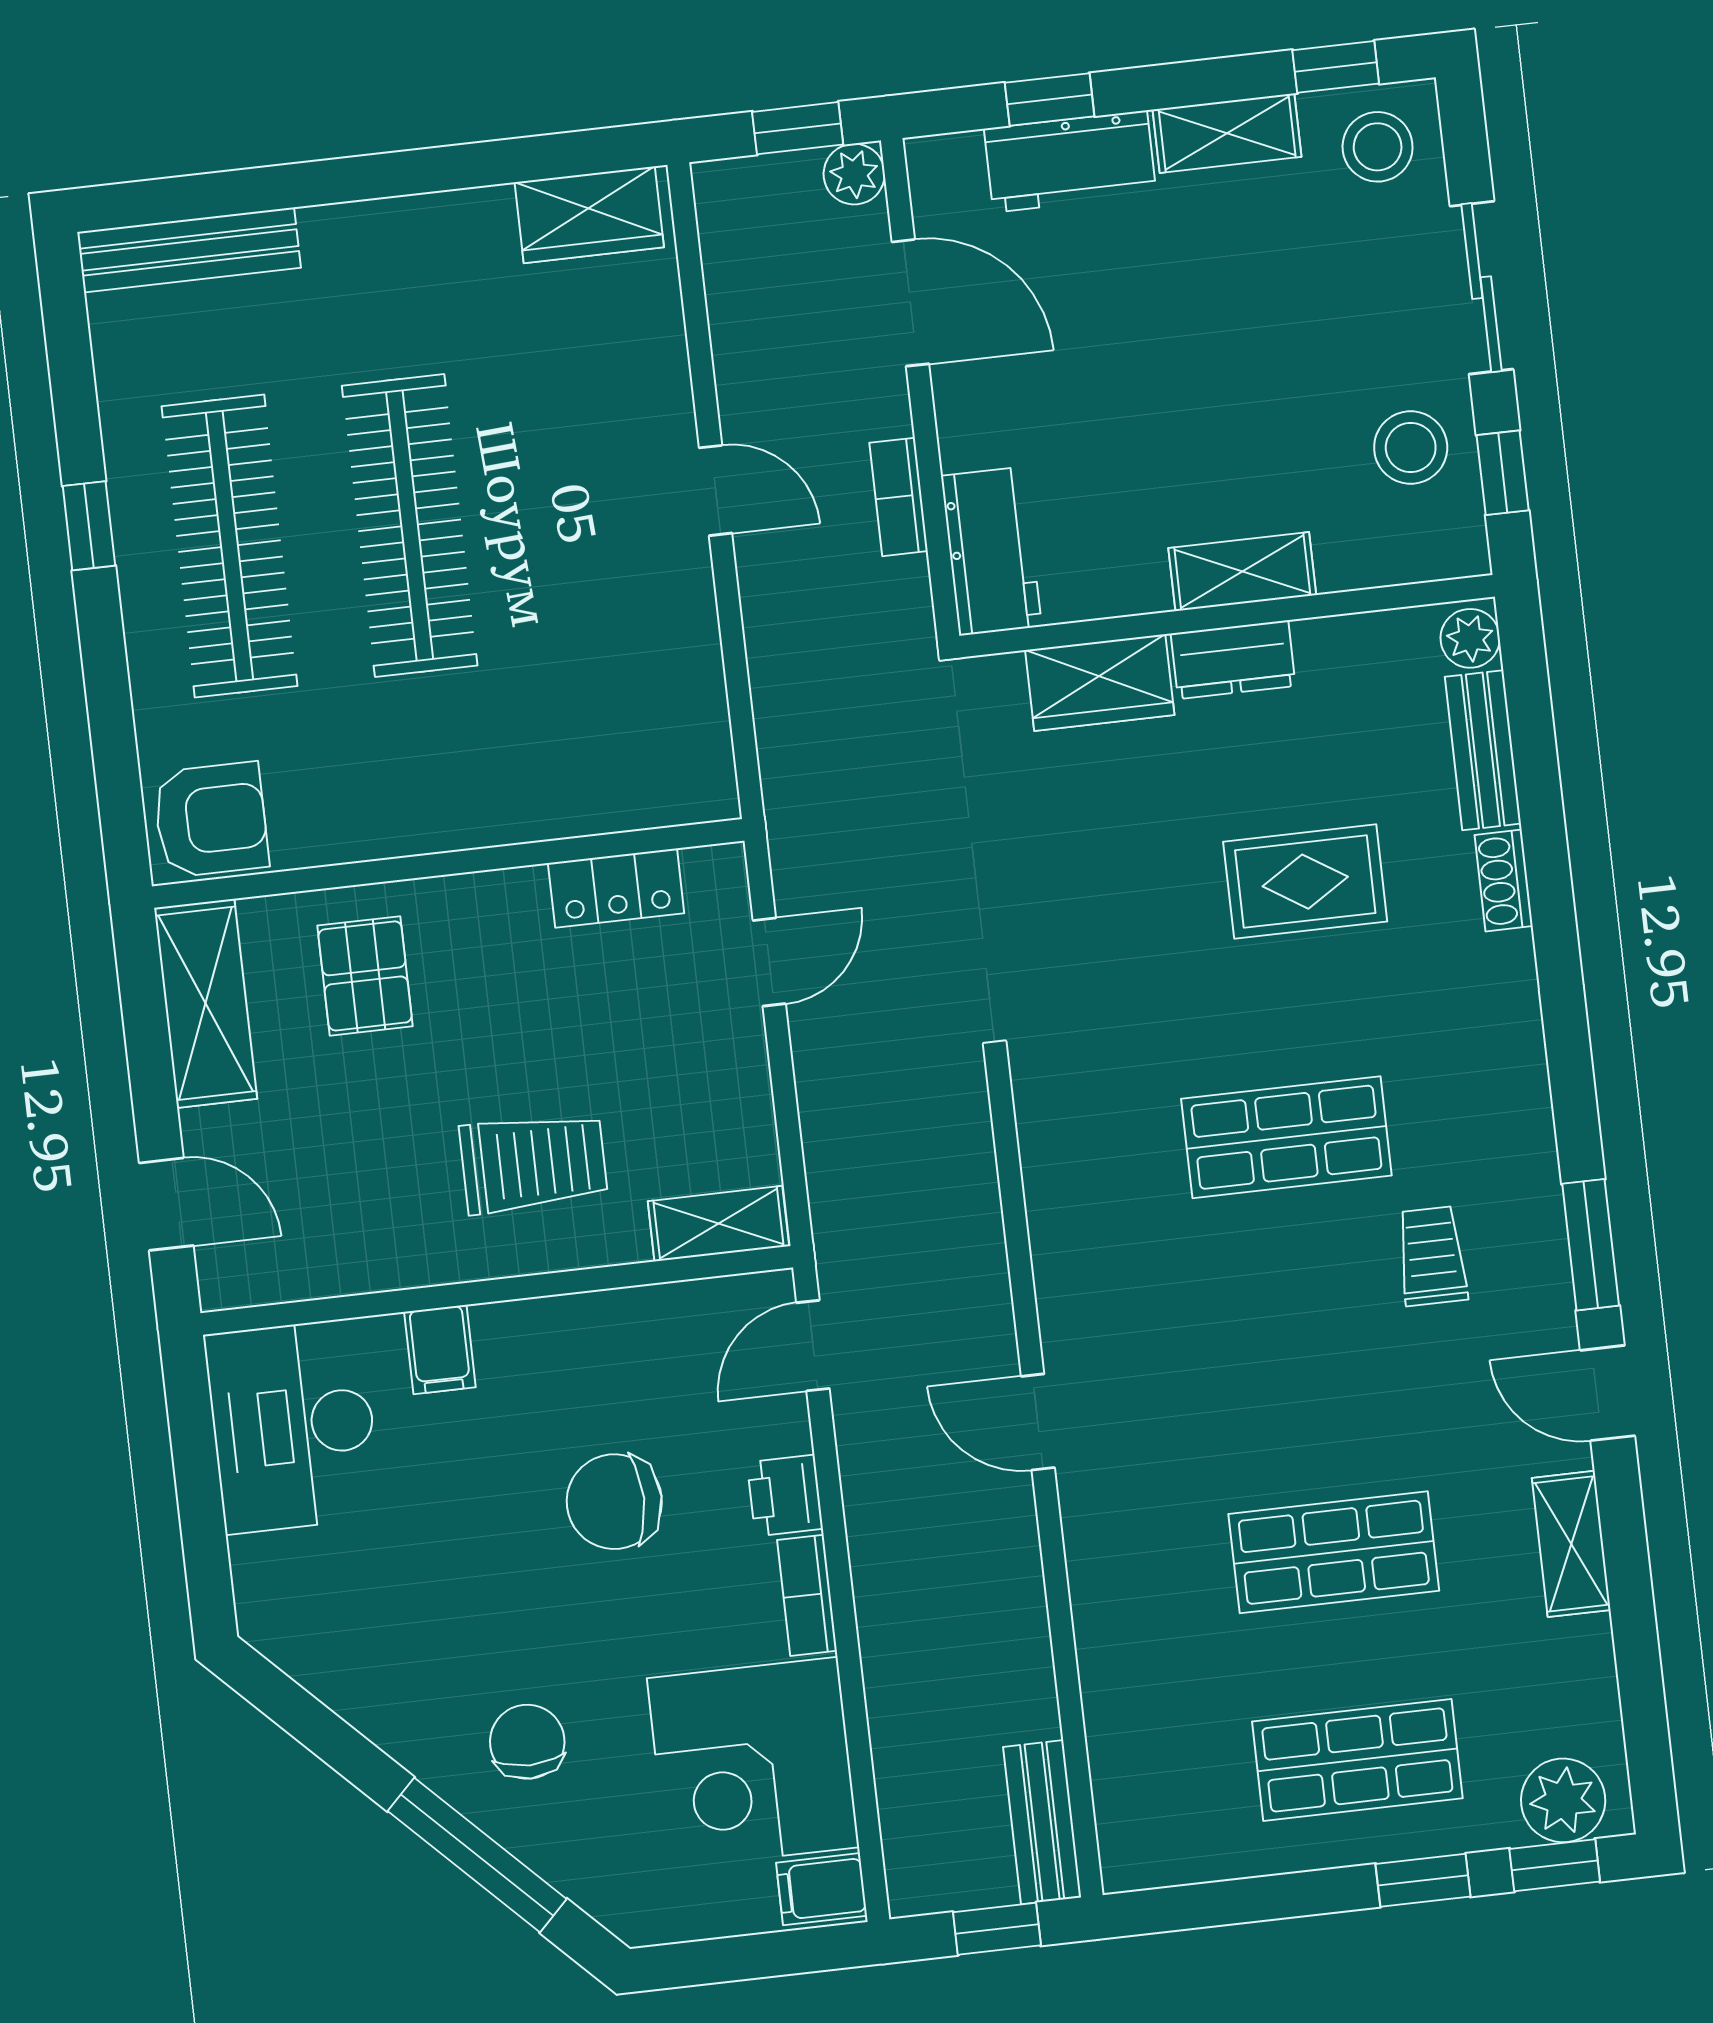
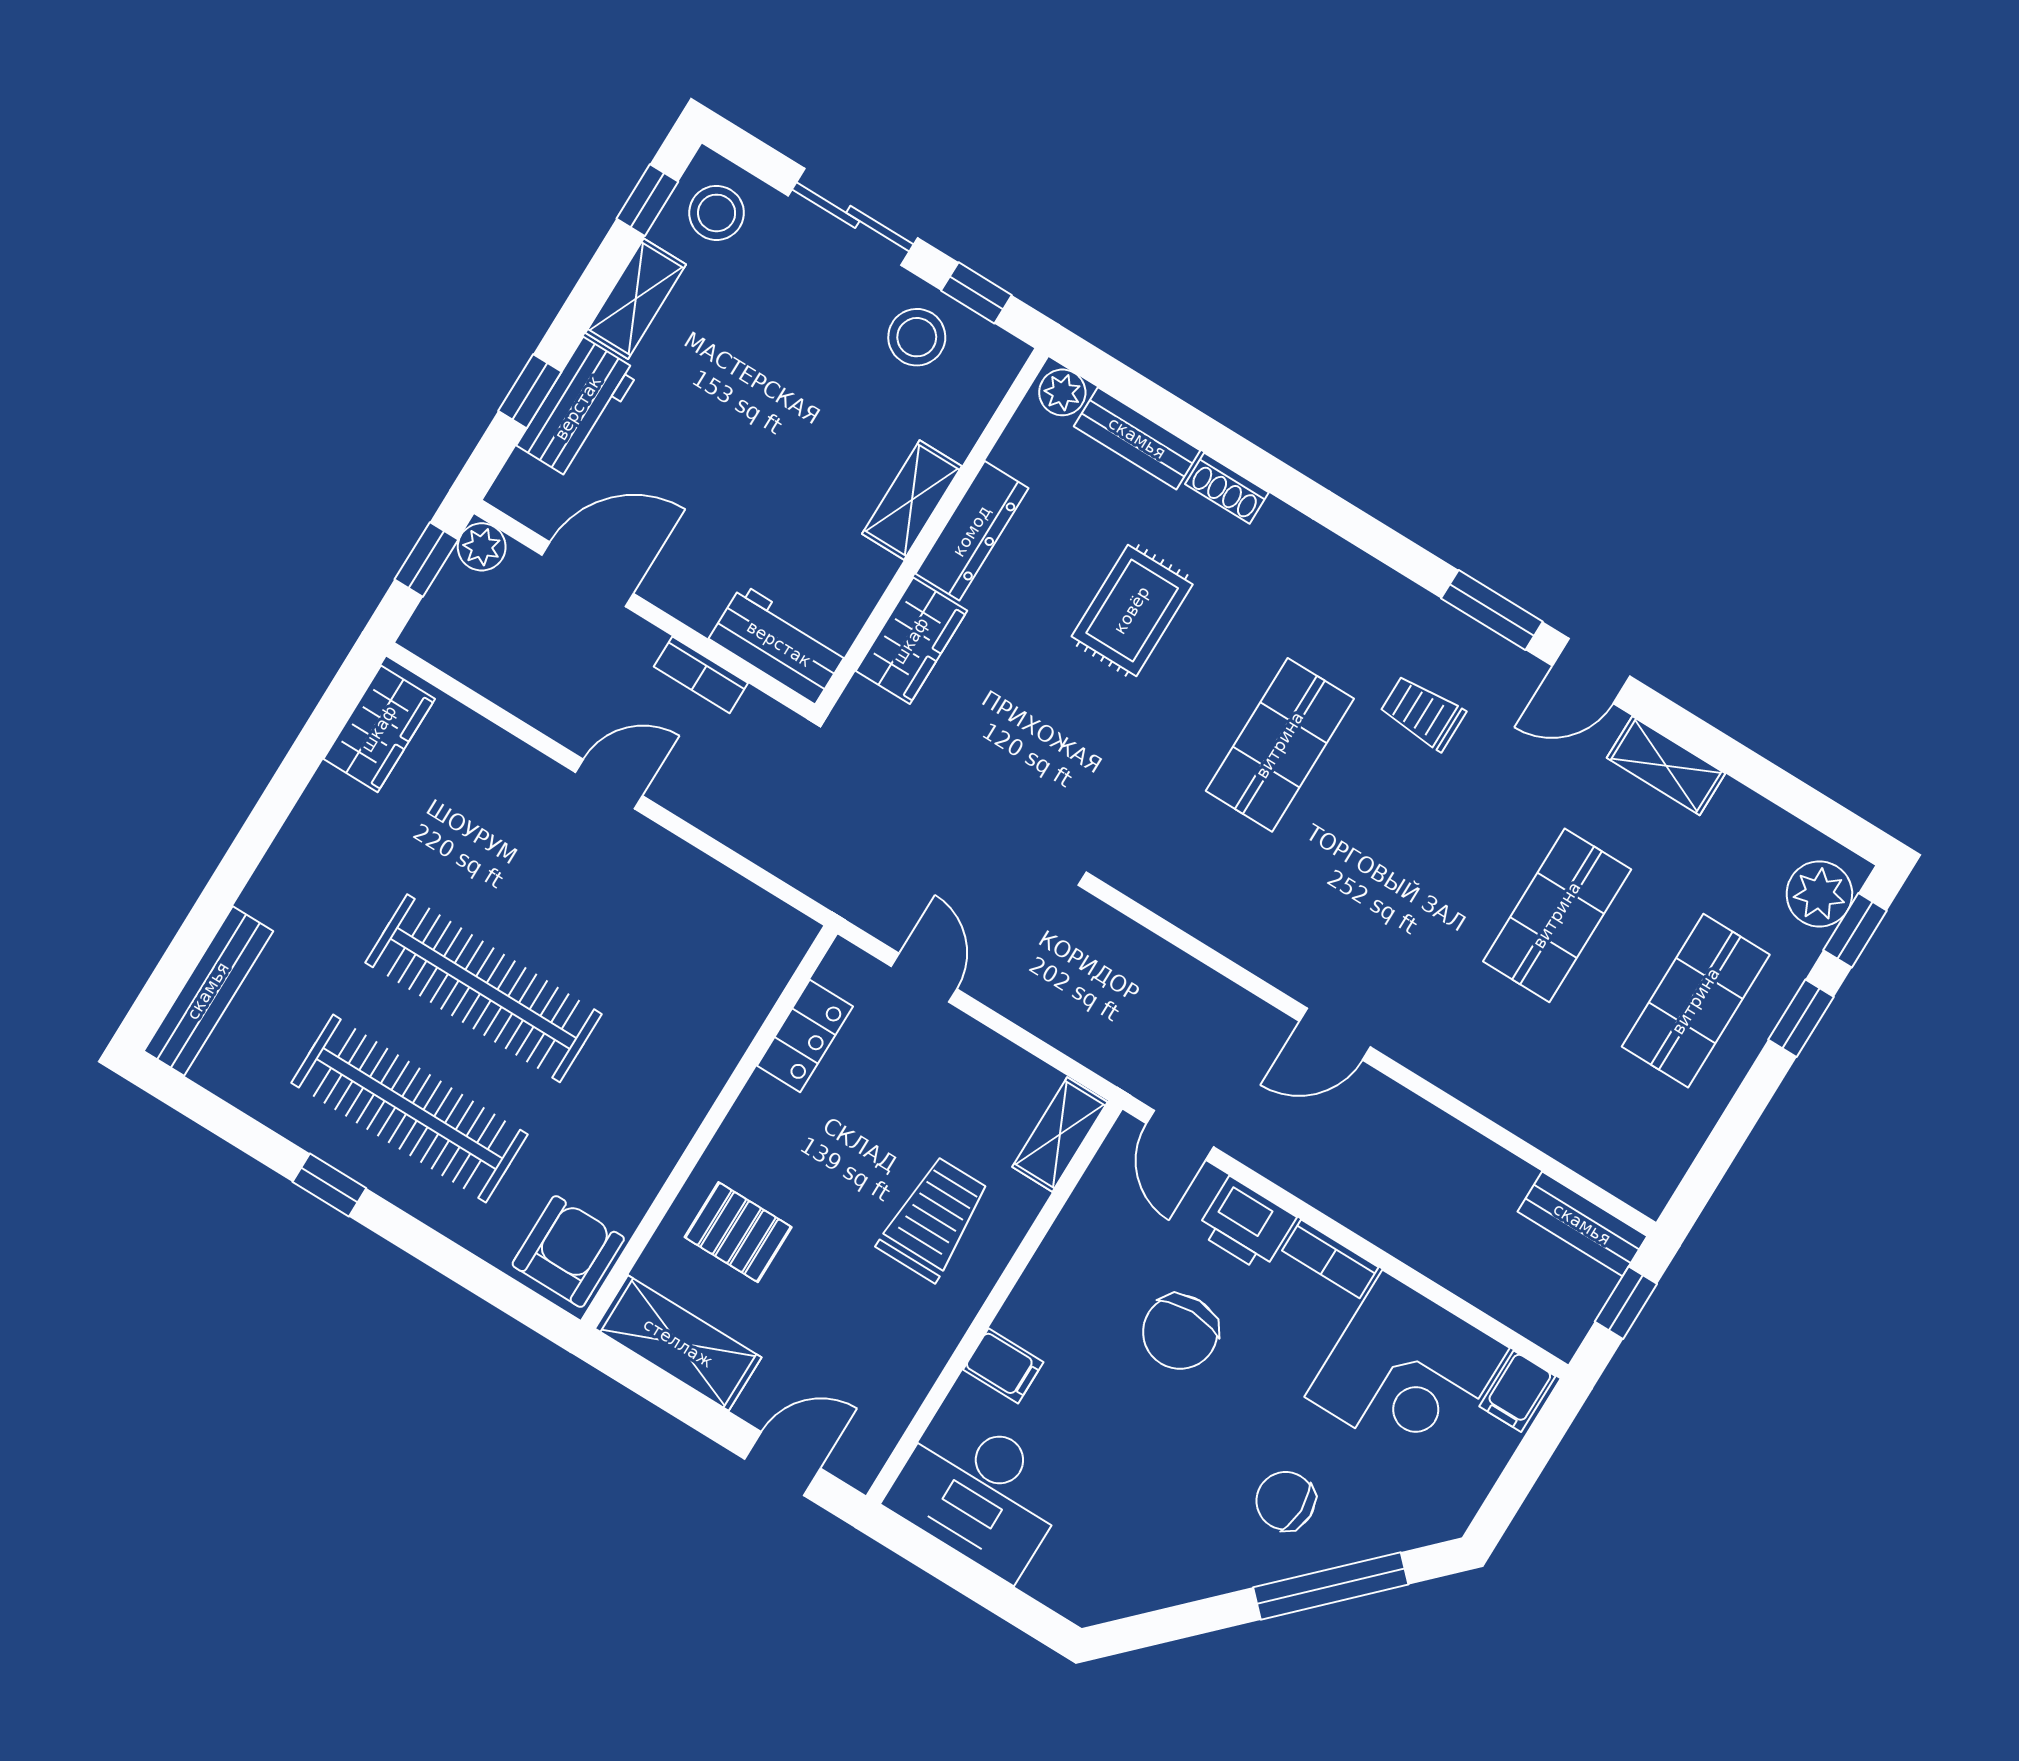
dresser: (1233, 660) -> (972, 531), width x1.44
printer: (785, 1496) -> (1246, 1224), width x1.36, depth x1.24

